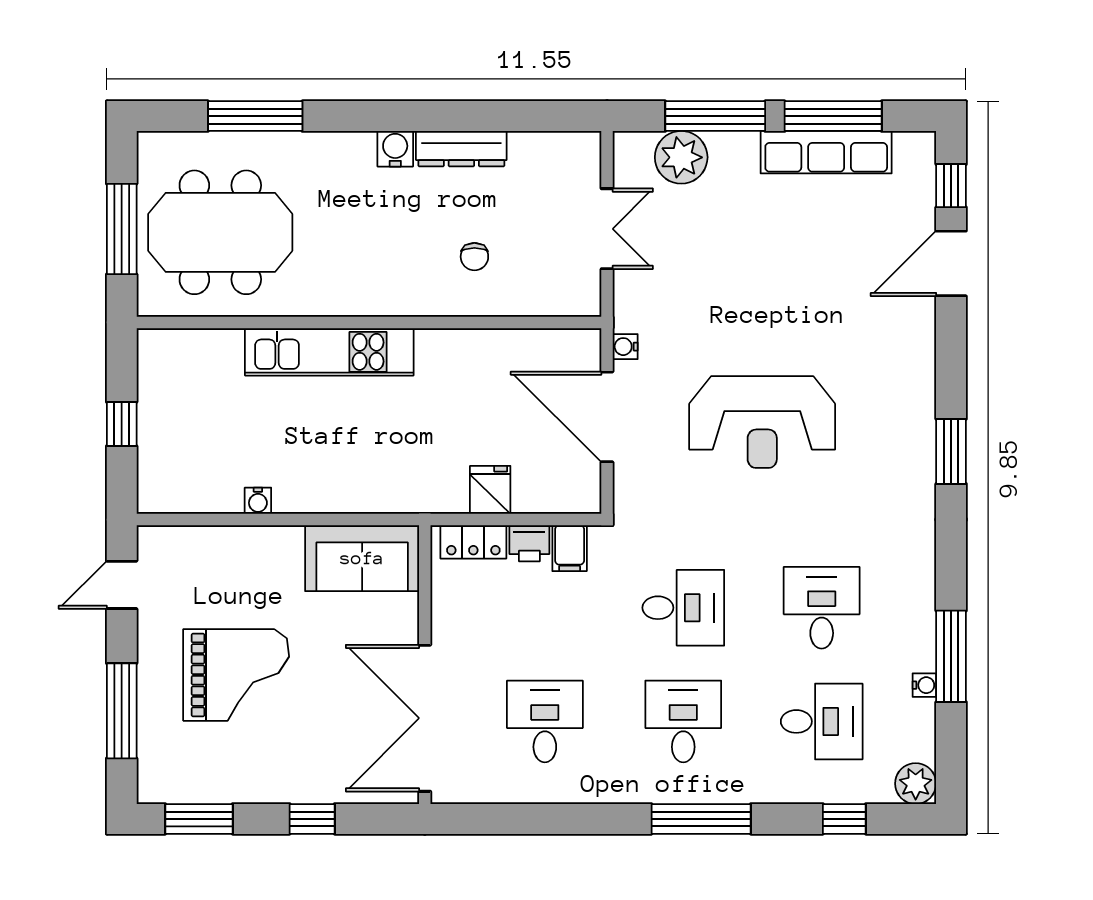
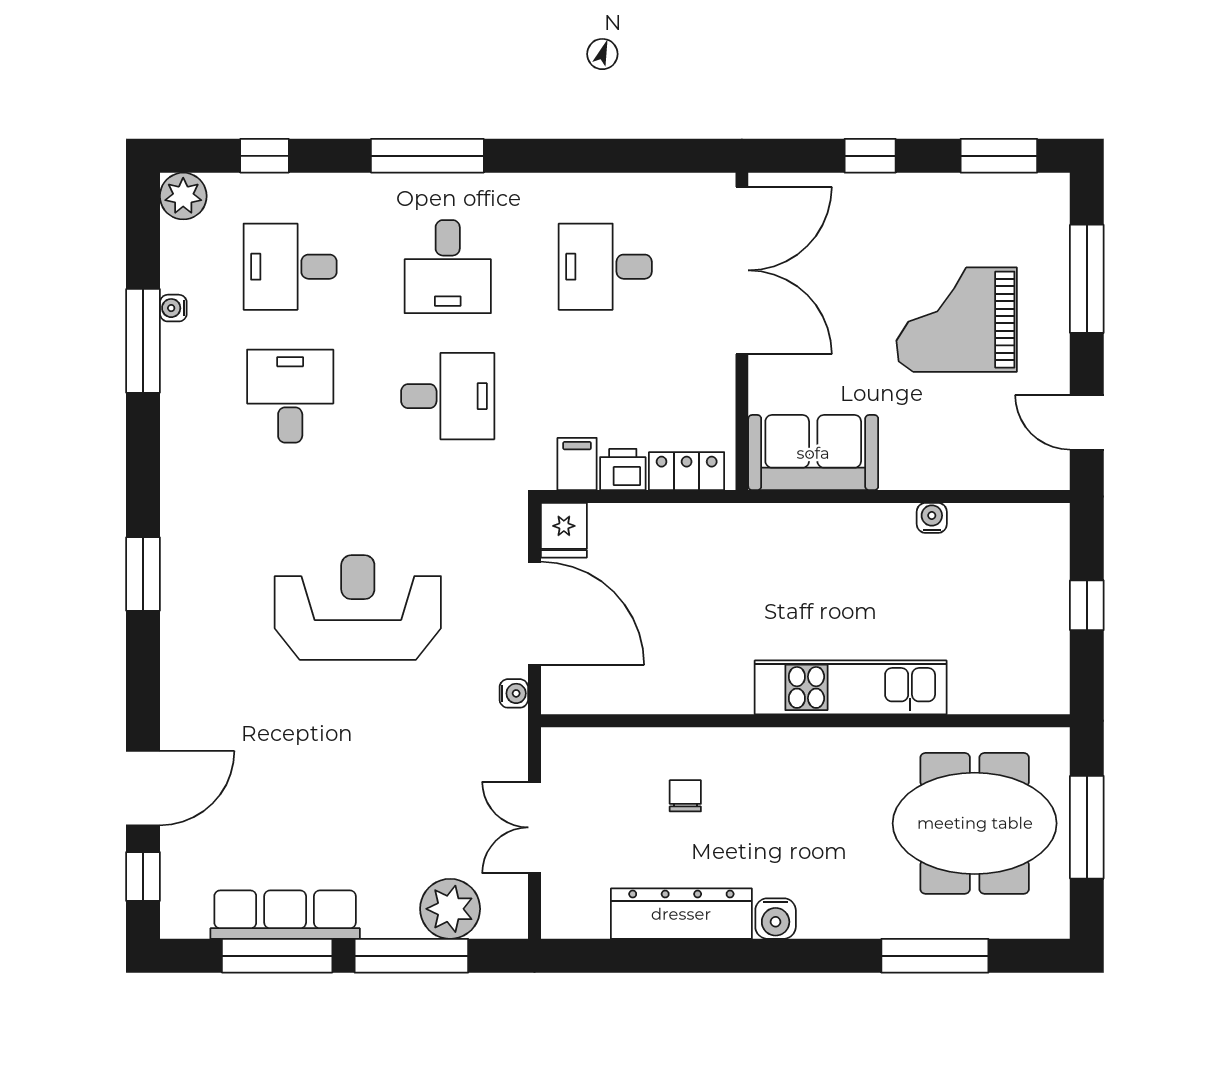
dresser: (461, 149) -> (681, 914), width x1.37, depth x1.24
fridge: (490, 490) -> (564, 530), moved
door: (122, 585) -> (1087, 422), swing flipped
desk: (683, 608) -> (448, 396), turned 180
desk: (822, 608) -> (290, 396), turned 180
desk: (545, 721) -> (605, 267), turned 90

